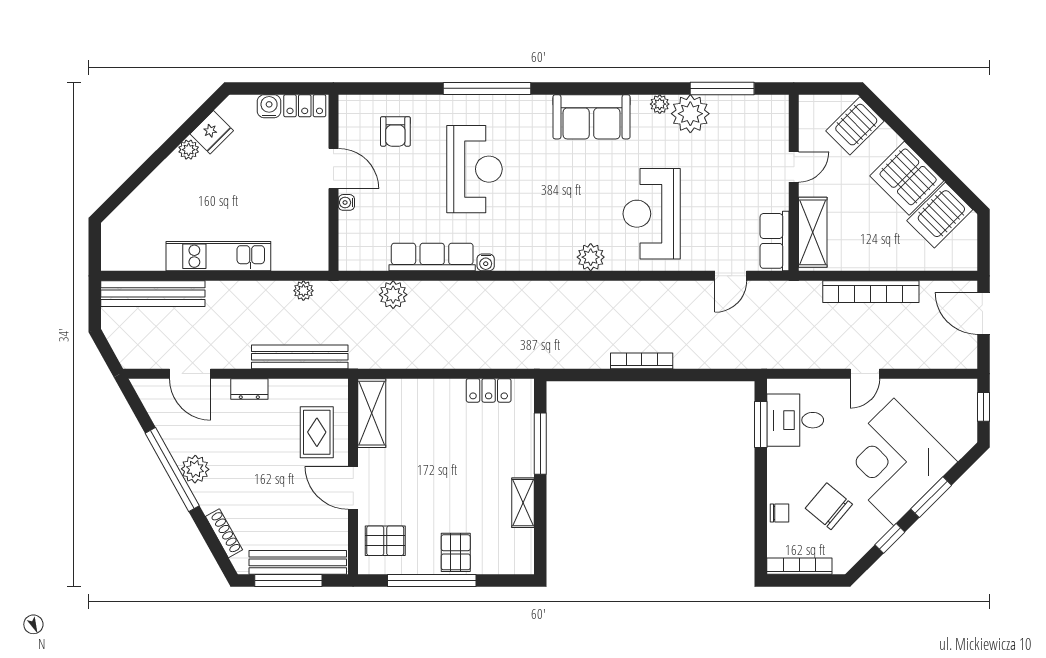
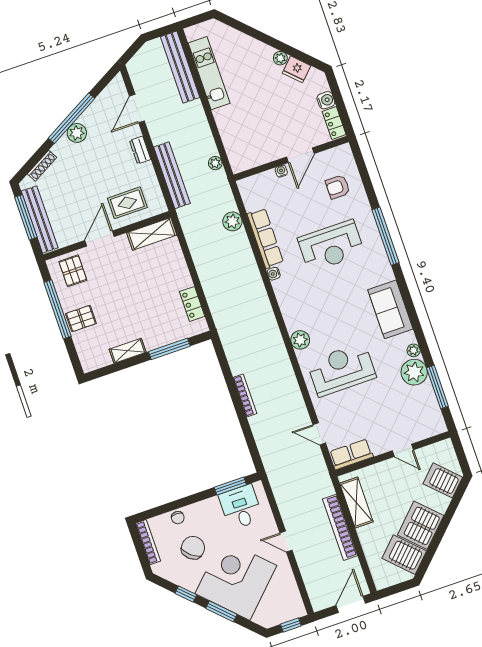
shelving: (813, 232) -> (356, 502), moved, turned 90
kitchen unit: (218, 256) -> (209, 73), moved

